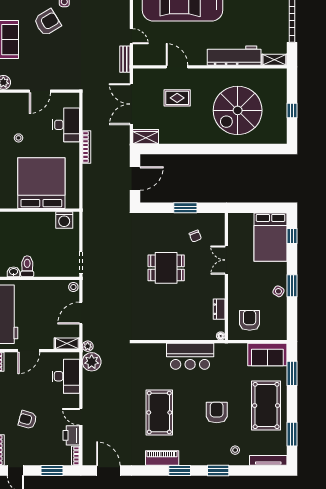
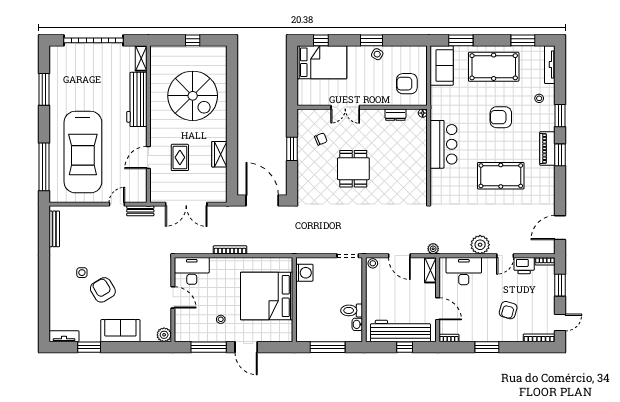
desk: (66, 125) -> (192, 271), moved
wardrobe: (146, 137) -> (219, 154), moved
door: (135, 179) -> (262, 200), width x1.36
plant: (92, 362) -> (480, 245), moved
piano: (162, 458) -> (547, 148), moved

